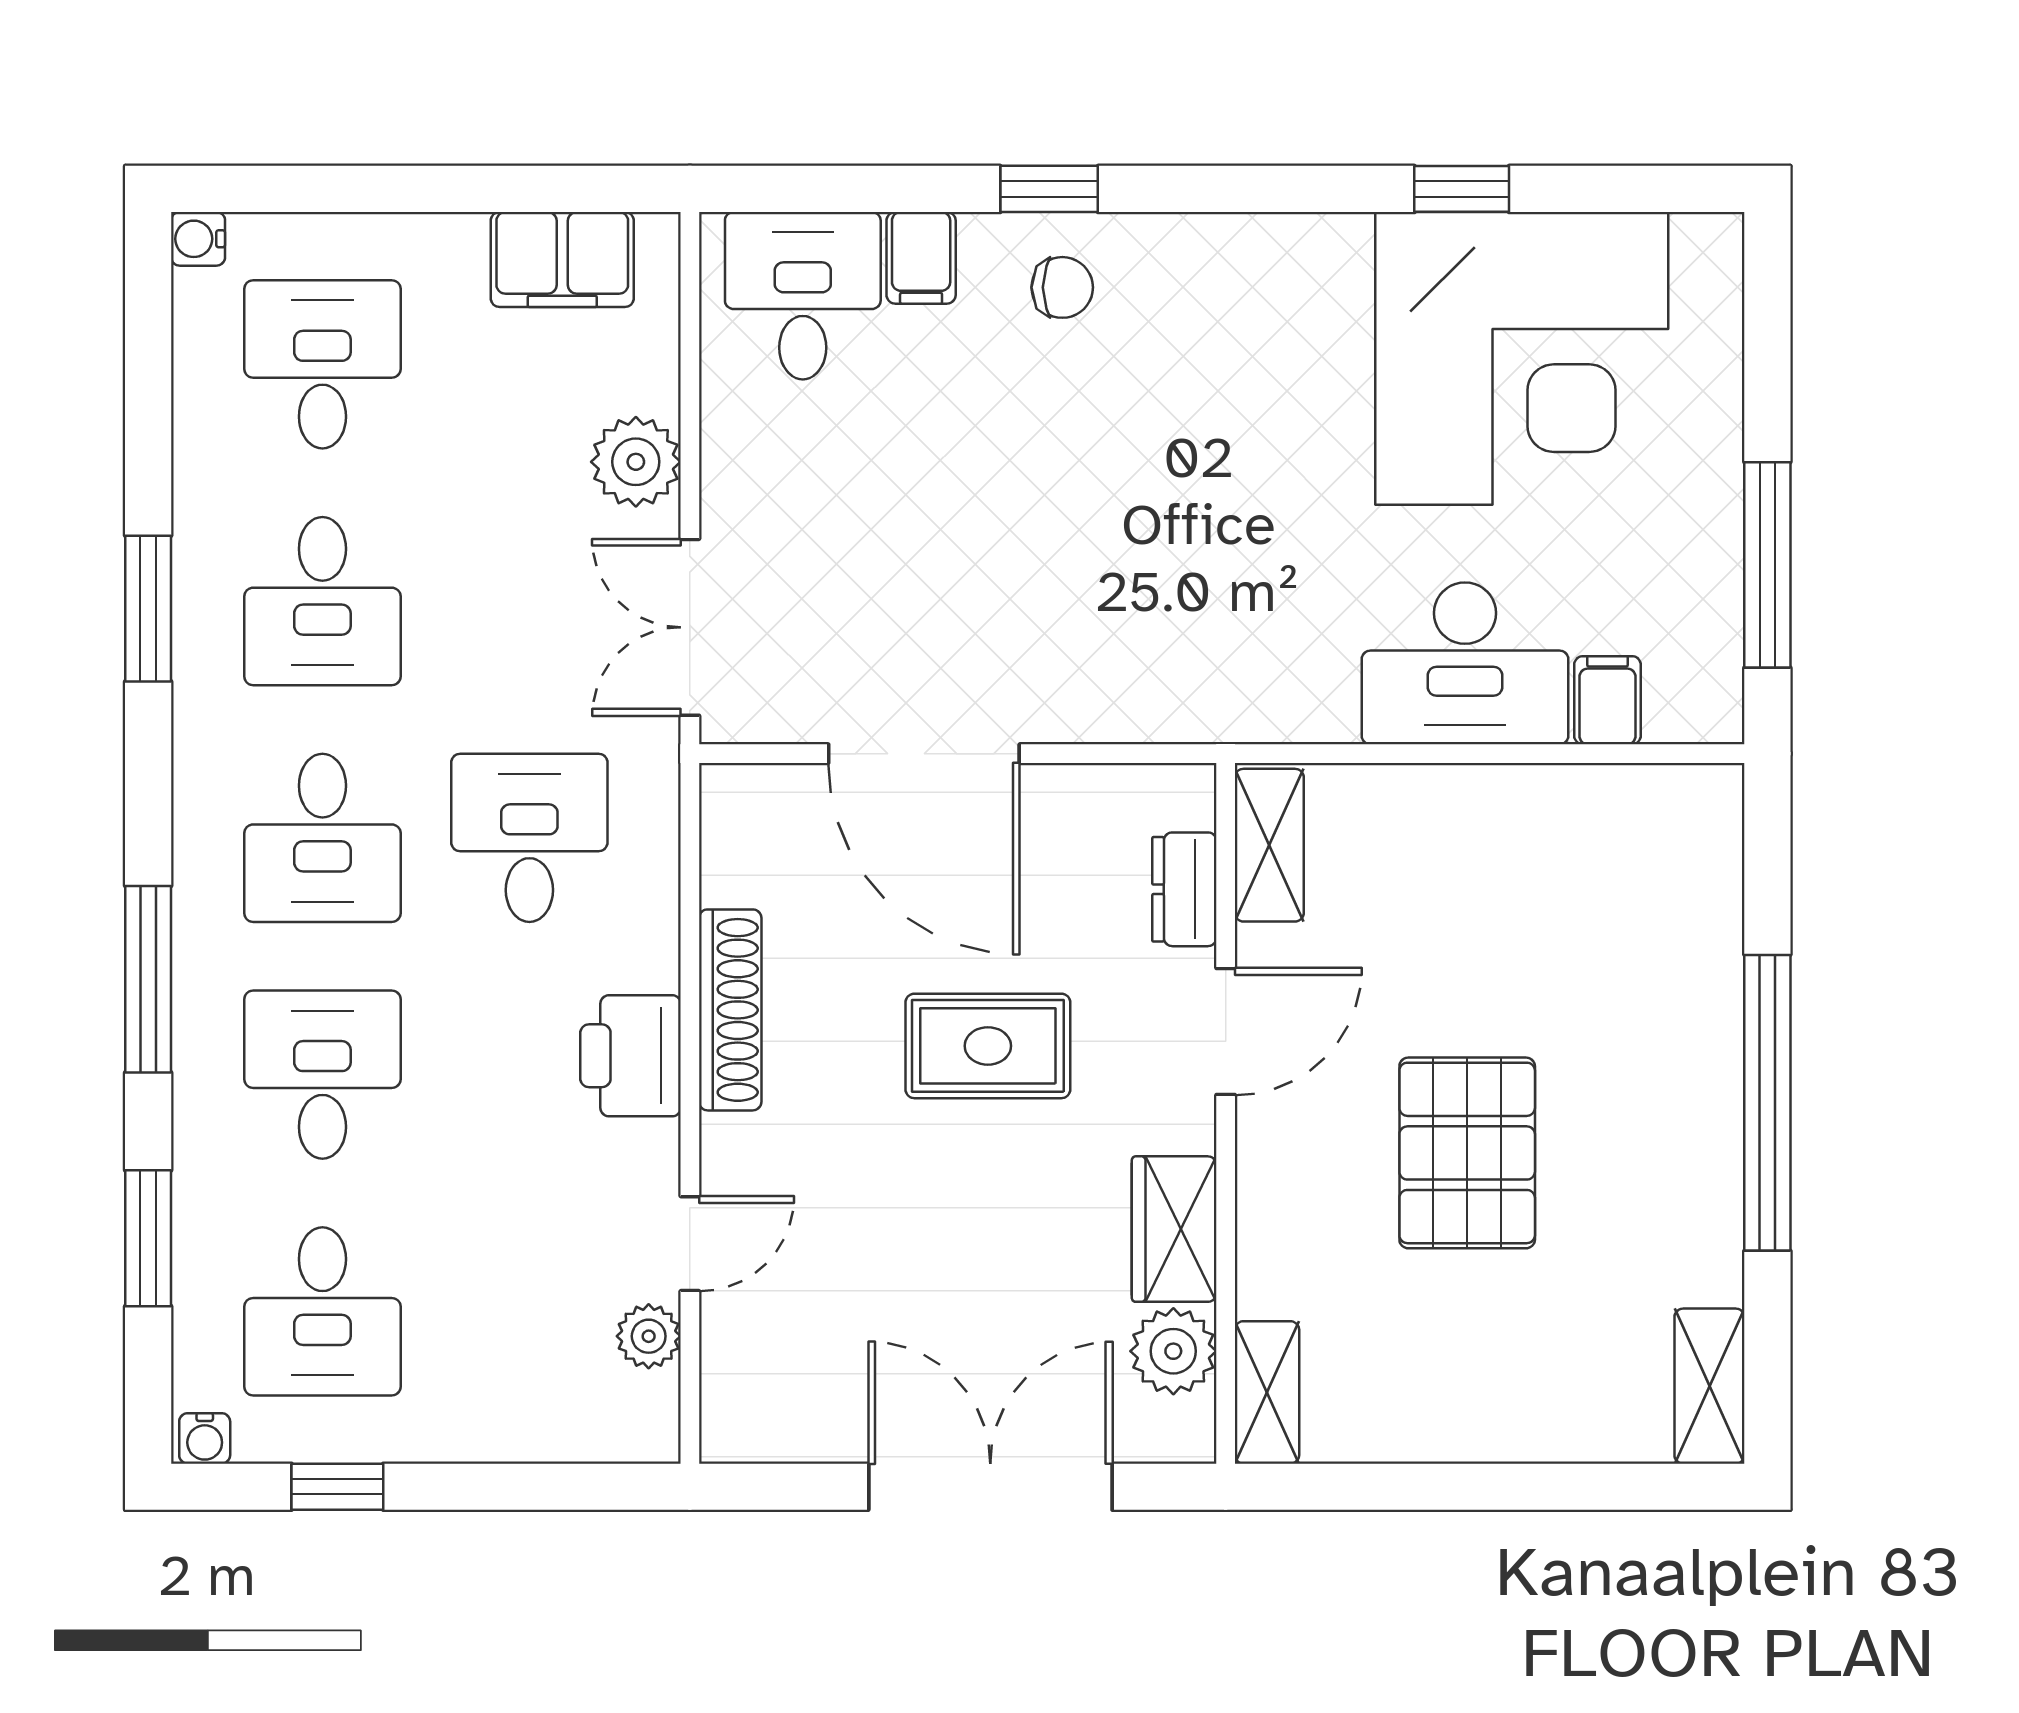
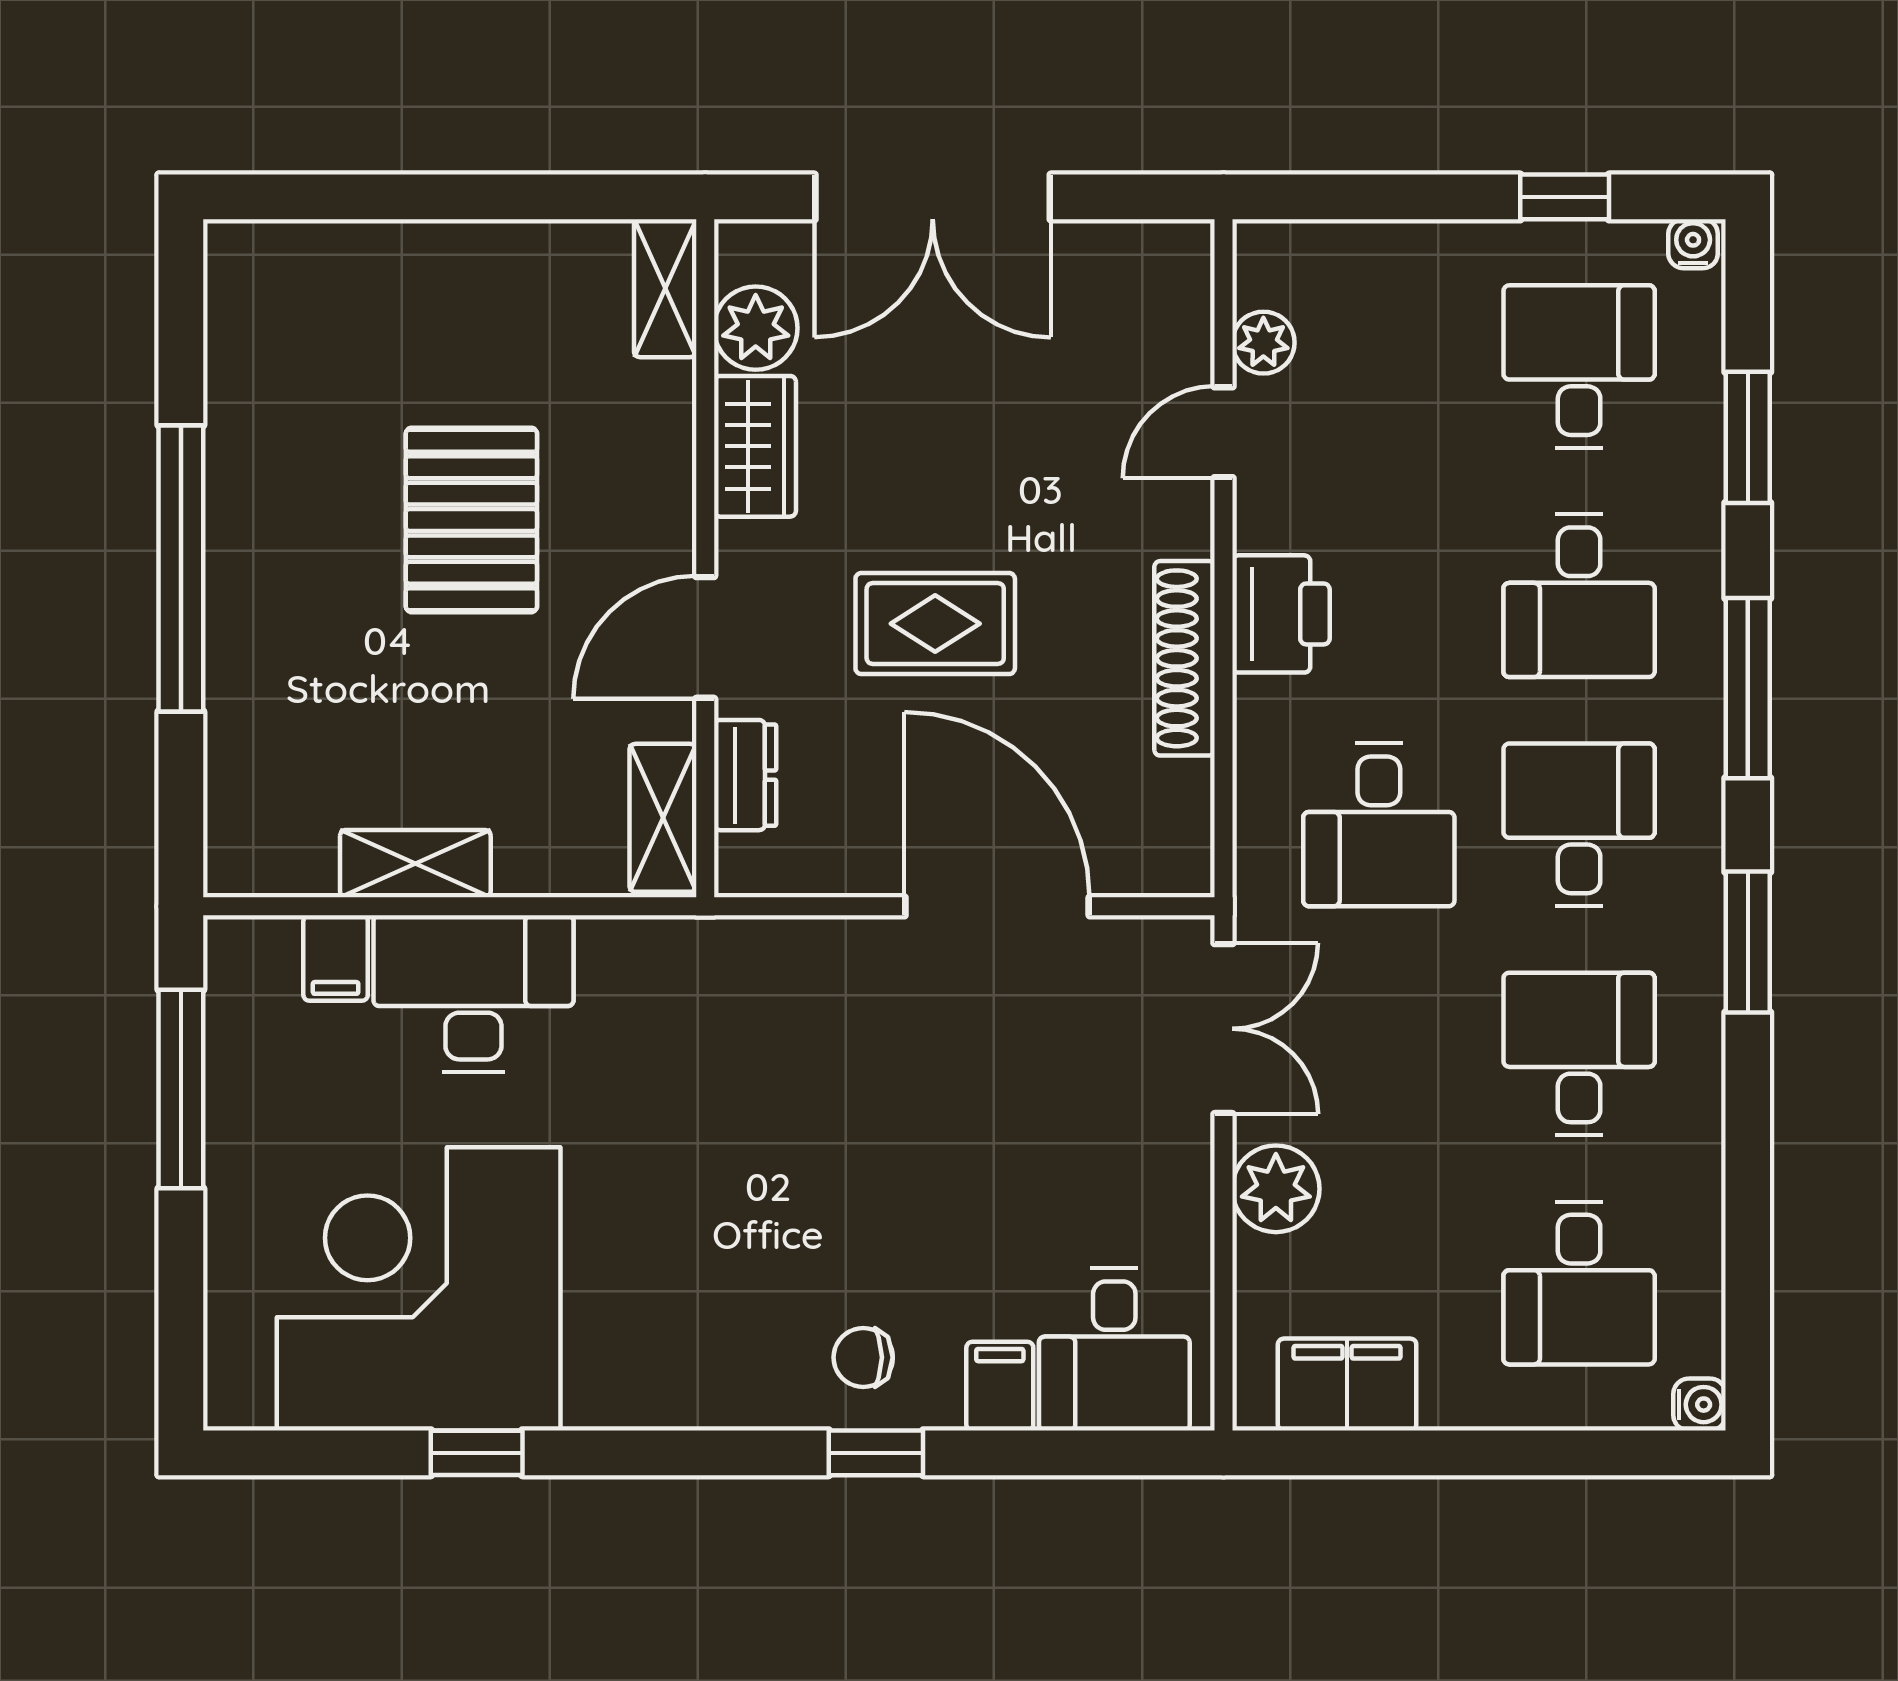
window: (148, 609) -> (1748, 942), moved
shelving: (1709, 1386) -> (415, 864), moved, turned 90

